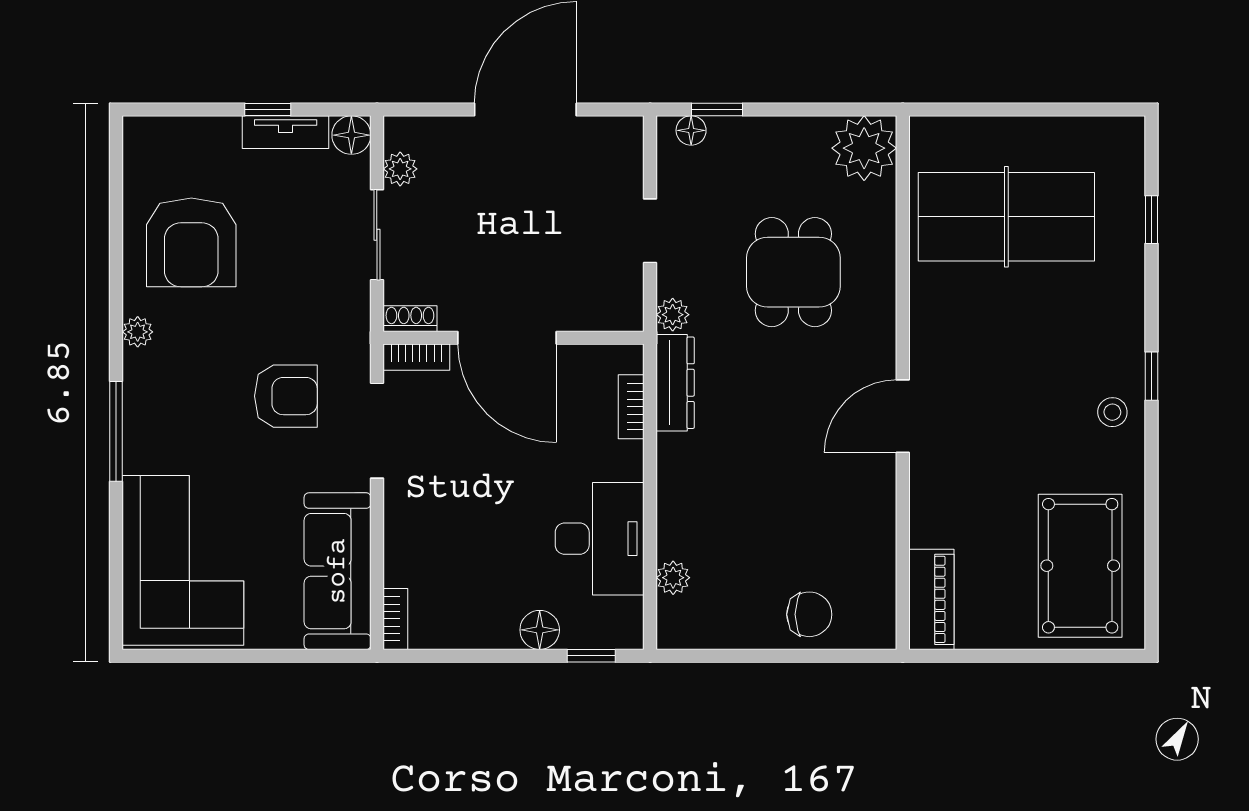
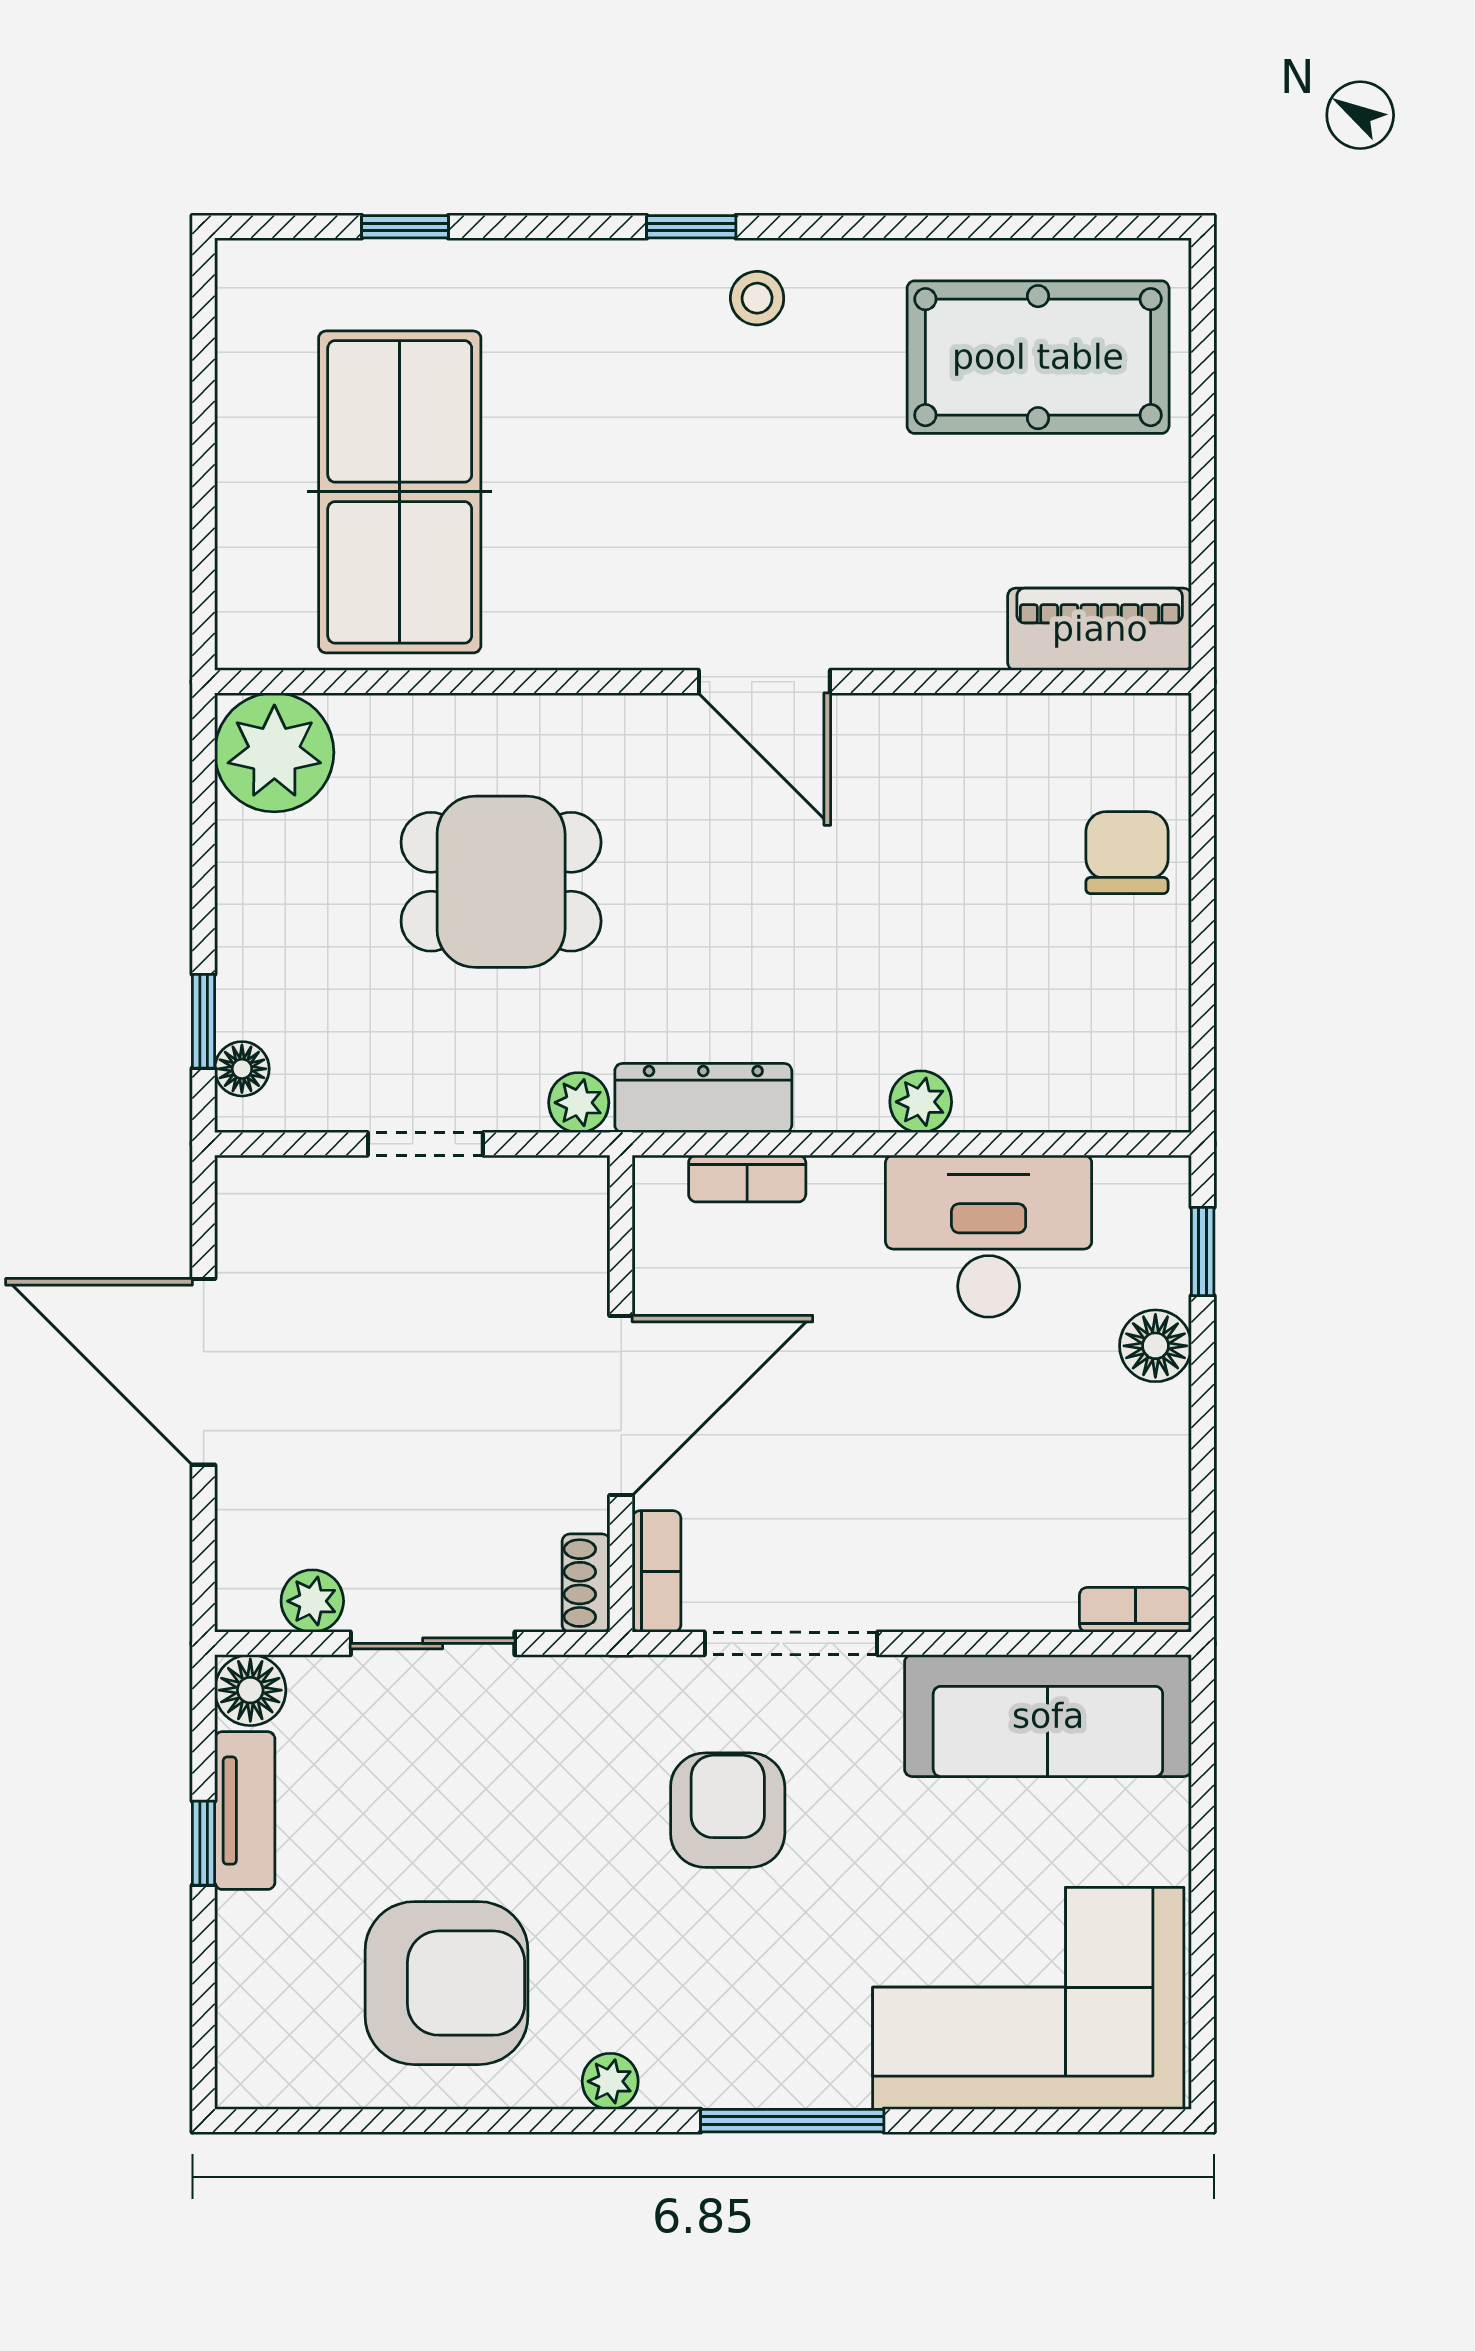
plant: (673, 578) -> (921, 1102), moved

